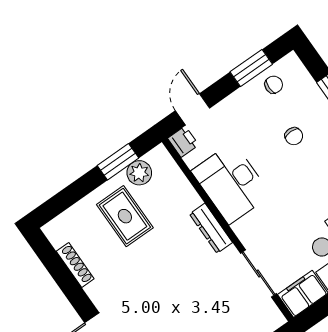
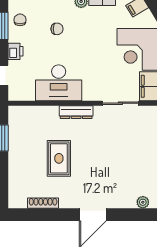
printer: (183, 142) -> (15, 51), moved, turned 90
plant: (139, 173) -> (16, 130), removed
rug: (125, 216) -> (59, 158), moved, turned 90

